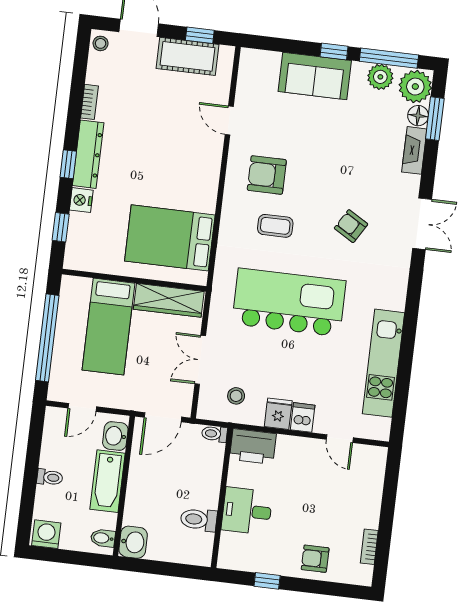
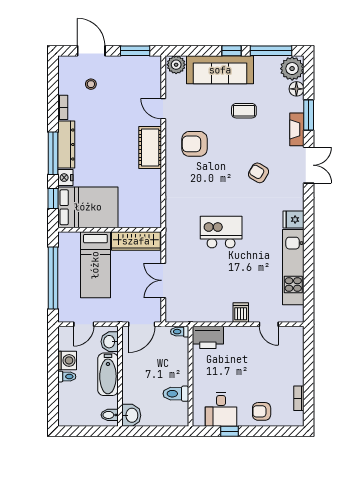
window: (200, 35) -> (135, 51), width x1.50
stool: (101, 43) -> (91, 84), moved
cot: (187, 56) -> (150, 147), moved, turned 90
sofa: (315, 76) -> (220, 70), width x1.36
plant: (380, 77) -> (176, 65), moved
window: (435, 119) -> (309, 115), moved
fireplace: (414, 150) -> (297, 129), moved
window: (68, 164) -> (53, 153), width x2.17
coffee table: (275, 226) -> (244, 111), moved
bed: (170, 238) -> (88, 207), moved, turned 180
kitchen island: (289, 302) -> (221, 232), width x0.54, depth x0.78
stool: (236, 396) -> (192, 303), removed
fridge: (278, 414) -> (293, 219), moved, turned -90
desk: (247, 511) -> (221, 410), moved, turned -90
washing machine: (46, 534) -> (67, 360), moved, turned 90

